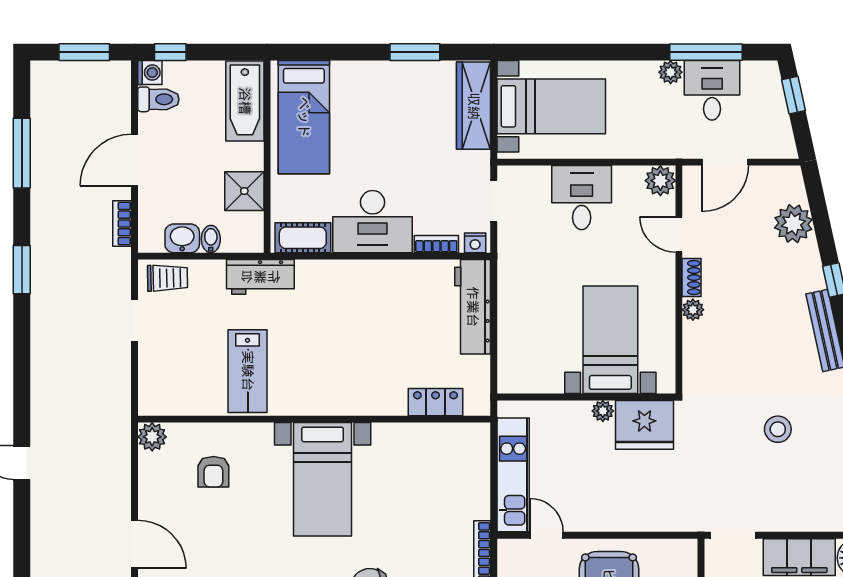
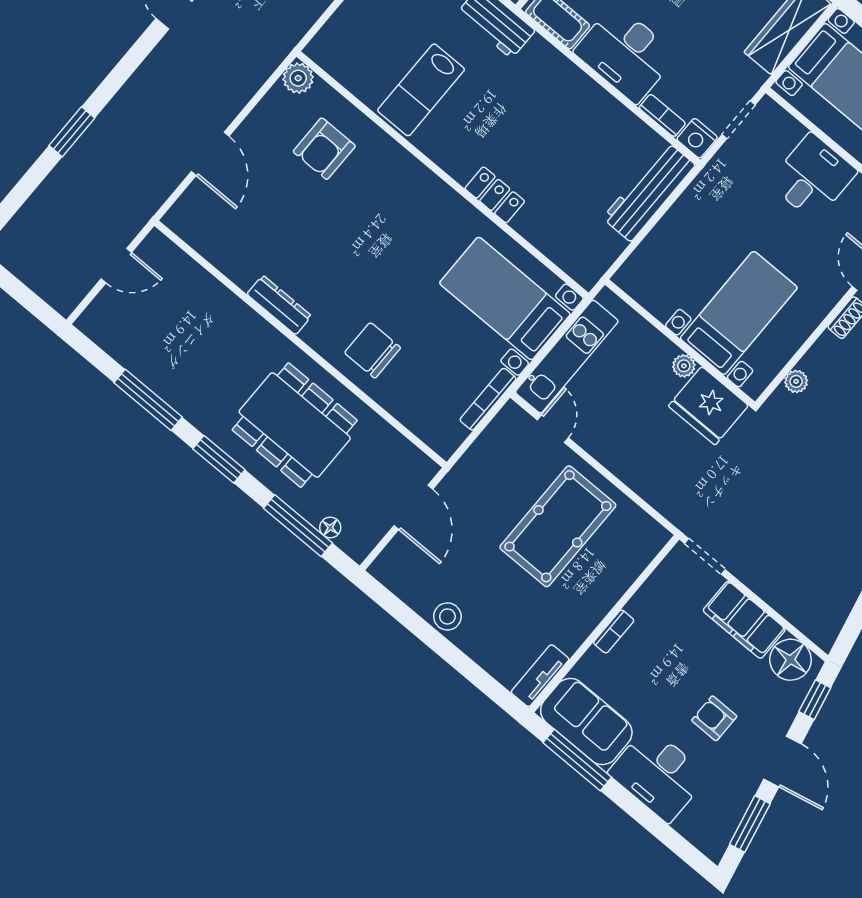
nightstand: (475, 243) -> (697, 138), width x1.39, depth x1.35
plant: (693, 310) -> (796, 381), moved
locker: (436, 402) -> (495, 195), moved
stool: (778, 429) -> (814, 501), removed
armchair: (213, 472) -> (324, 149), width x1.38, depth x1.38
bed with nightstands: (323, 479) -> (505, 299), moved, turned 90

